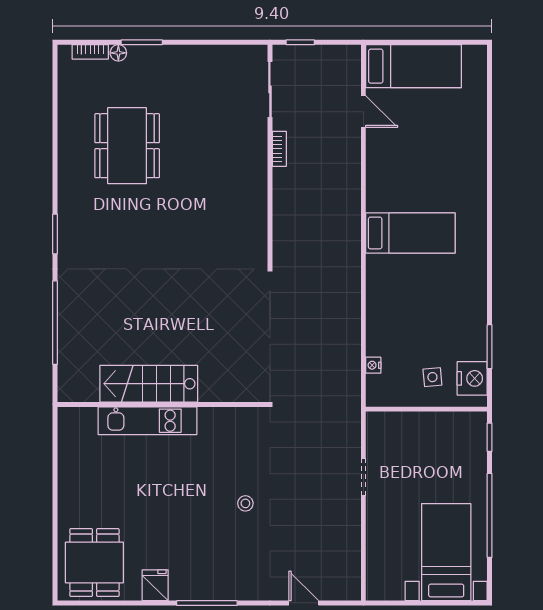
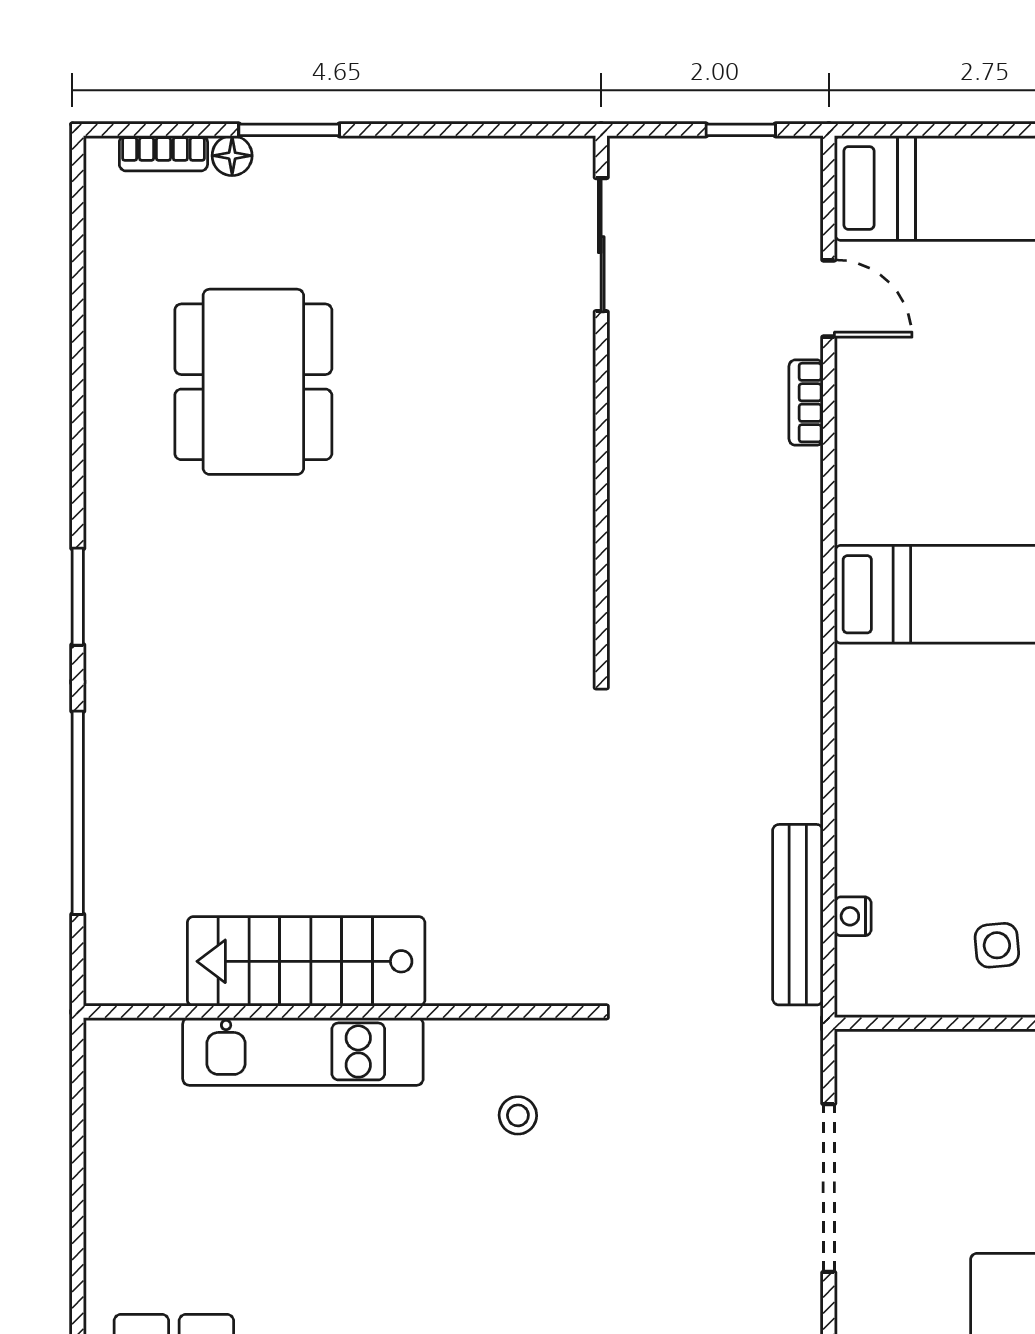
window: (300, 42) -> (741, 130), moved
bookcase: (279, 149) -> (806, 403), moved, turned 180
bench: (351, 365) -> (798, 915), added
doorway: (363, 477) -> (829, 1188), width x1.88
stool: (245, 503) -> (518, 1115), moved

